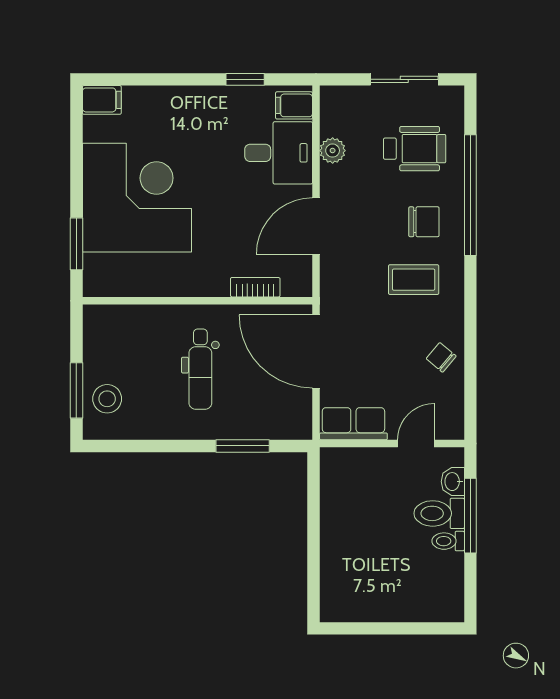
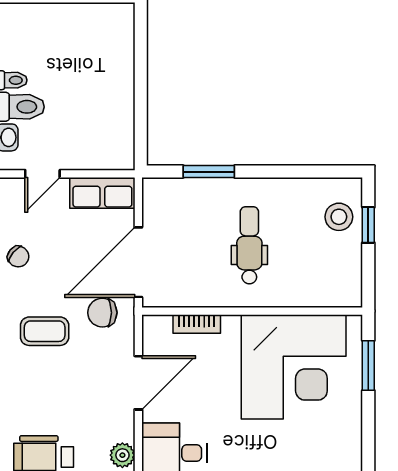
corner desk: (137, 198) -> (294, 367), moved, turned -90
chair: (424, 222) -> (102, 313), moved
door: (316, 351) -> (138, 262), swing flipped
window: (76, 390) -> (368, 225), width x0.67

